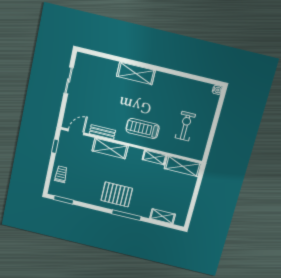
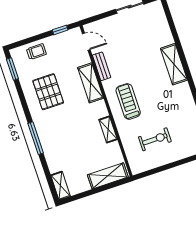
shelving: (183, 166) -> (108, 176), moved, turned 90
pallet: (117, 194) -> (48, 92), moved
shelving: (163, 216) -> (60, 186), moved

